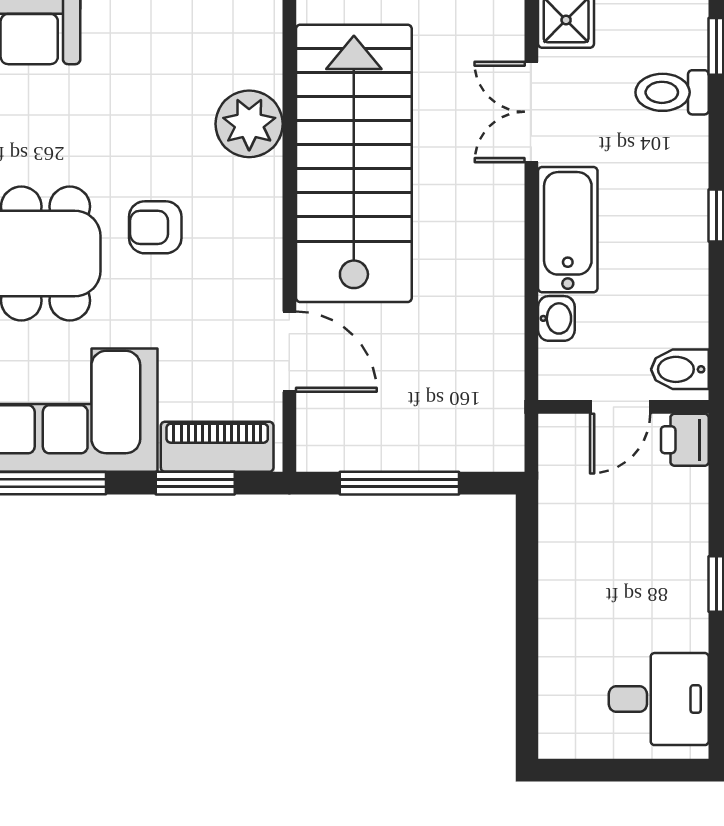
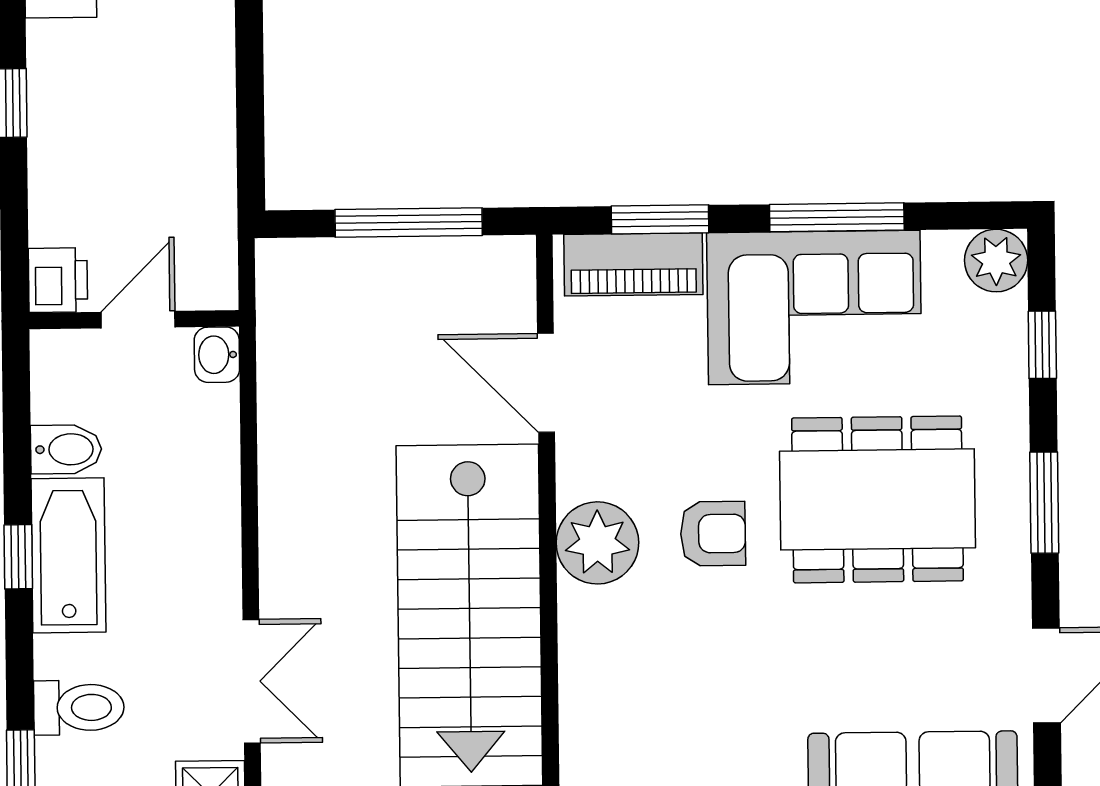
plant: (249, 124) -> (597, 543), moved
bathtub: (568, 230) -> (68, 555), moved, turned 180
washbasin: (556, 318) -> (217, 355), moved
bidet: (680, 369) -> (66, 449), moved

